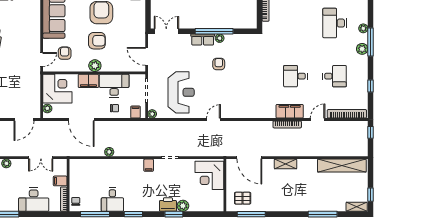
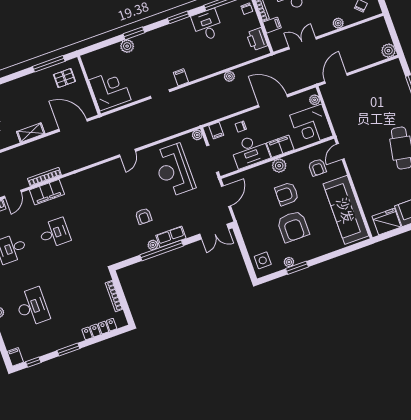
door: (147, 56) -> (226, 196), hinge flipped
printer: (168, 205) -> (257, 39), moved, turned 90

